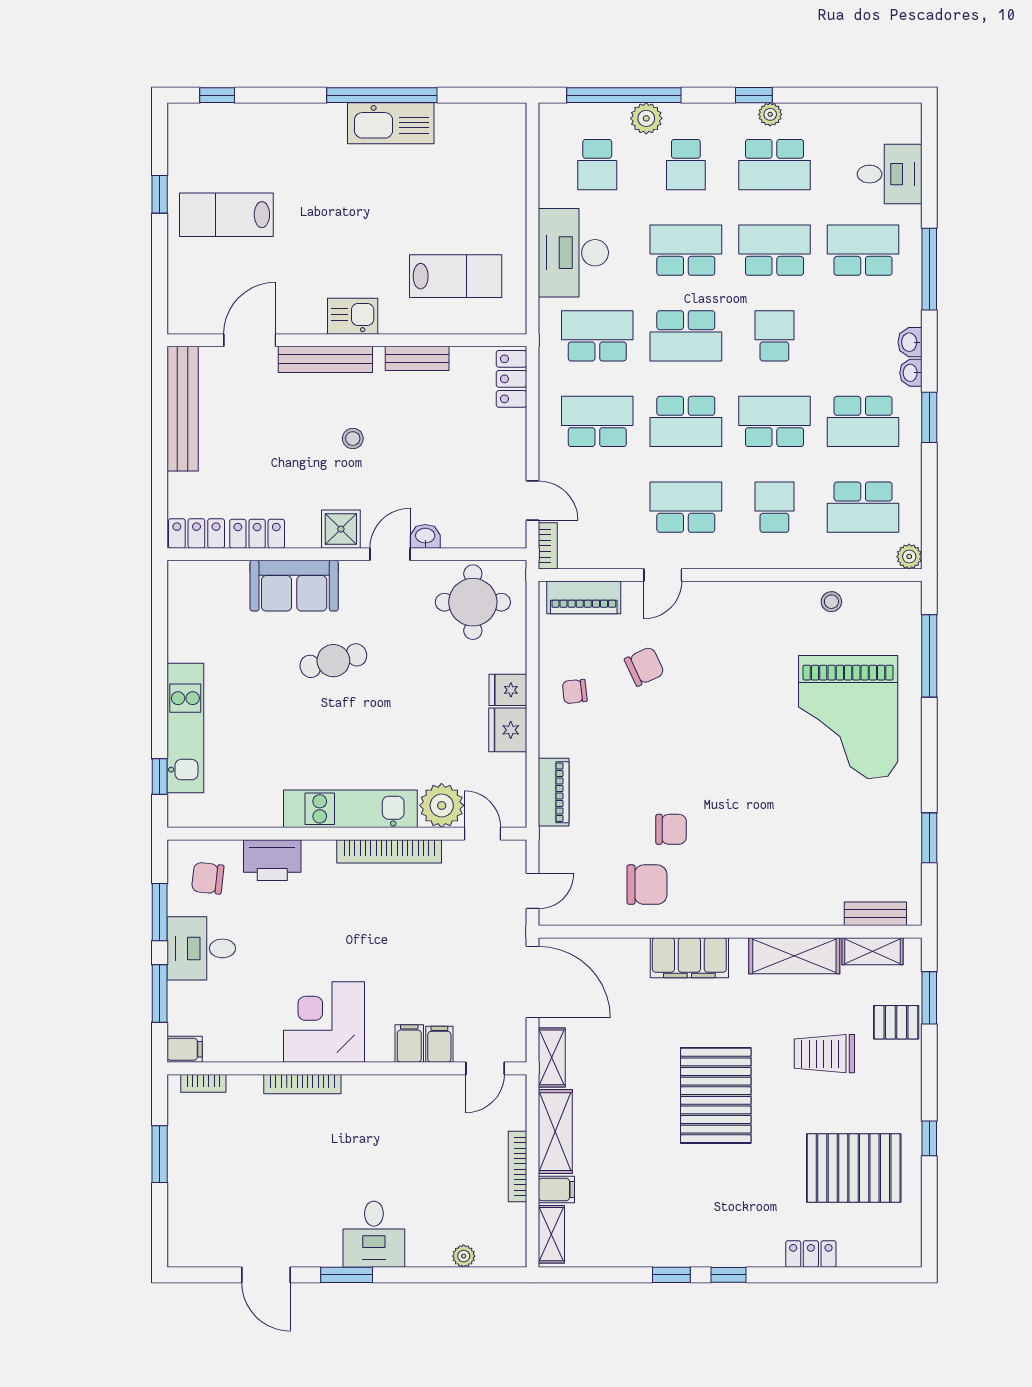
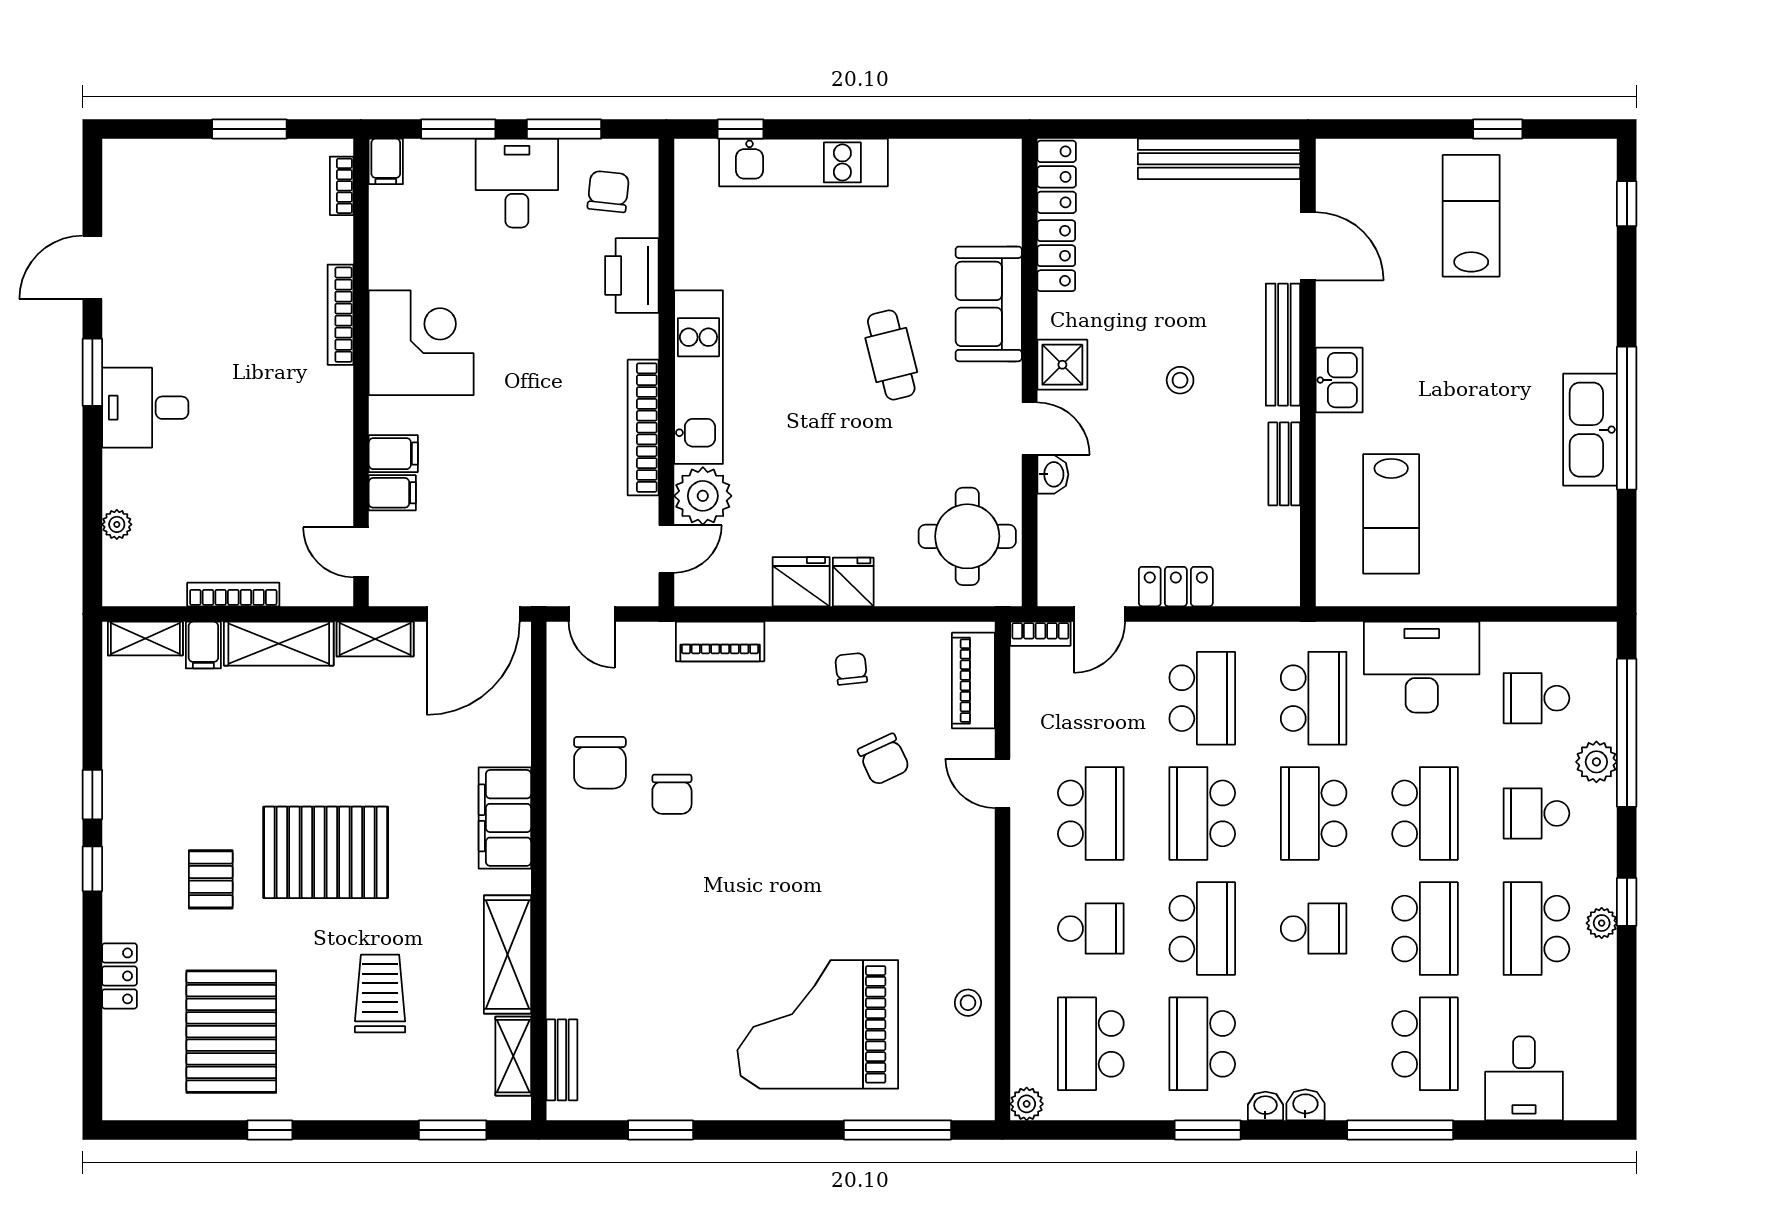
locker: (511, 379) -> (1176, 587), moved
pallet: (896, 1022) -> (211, 879), moved

